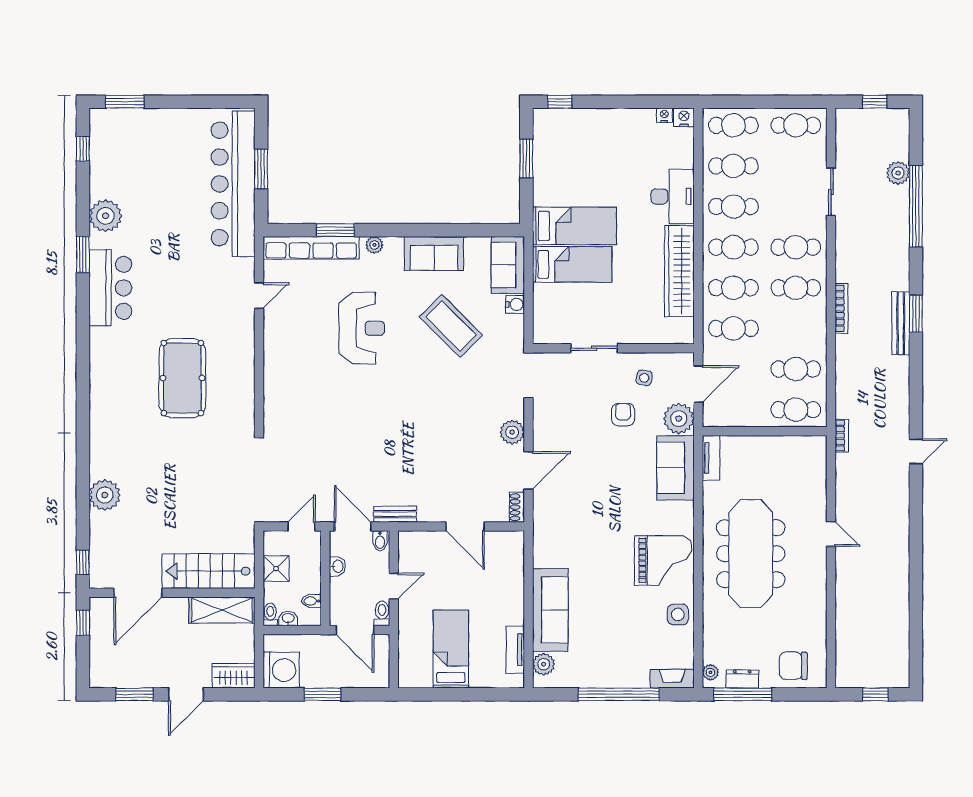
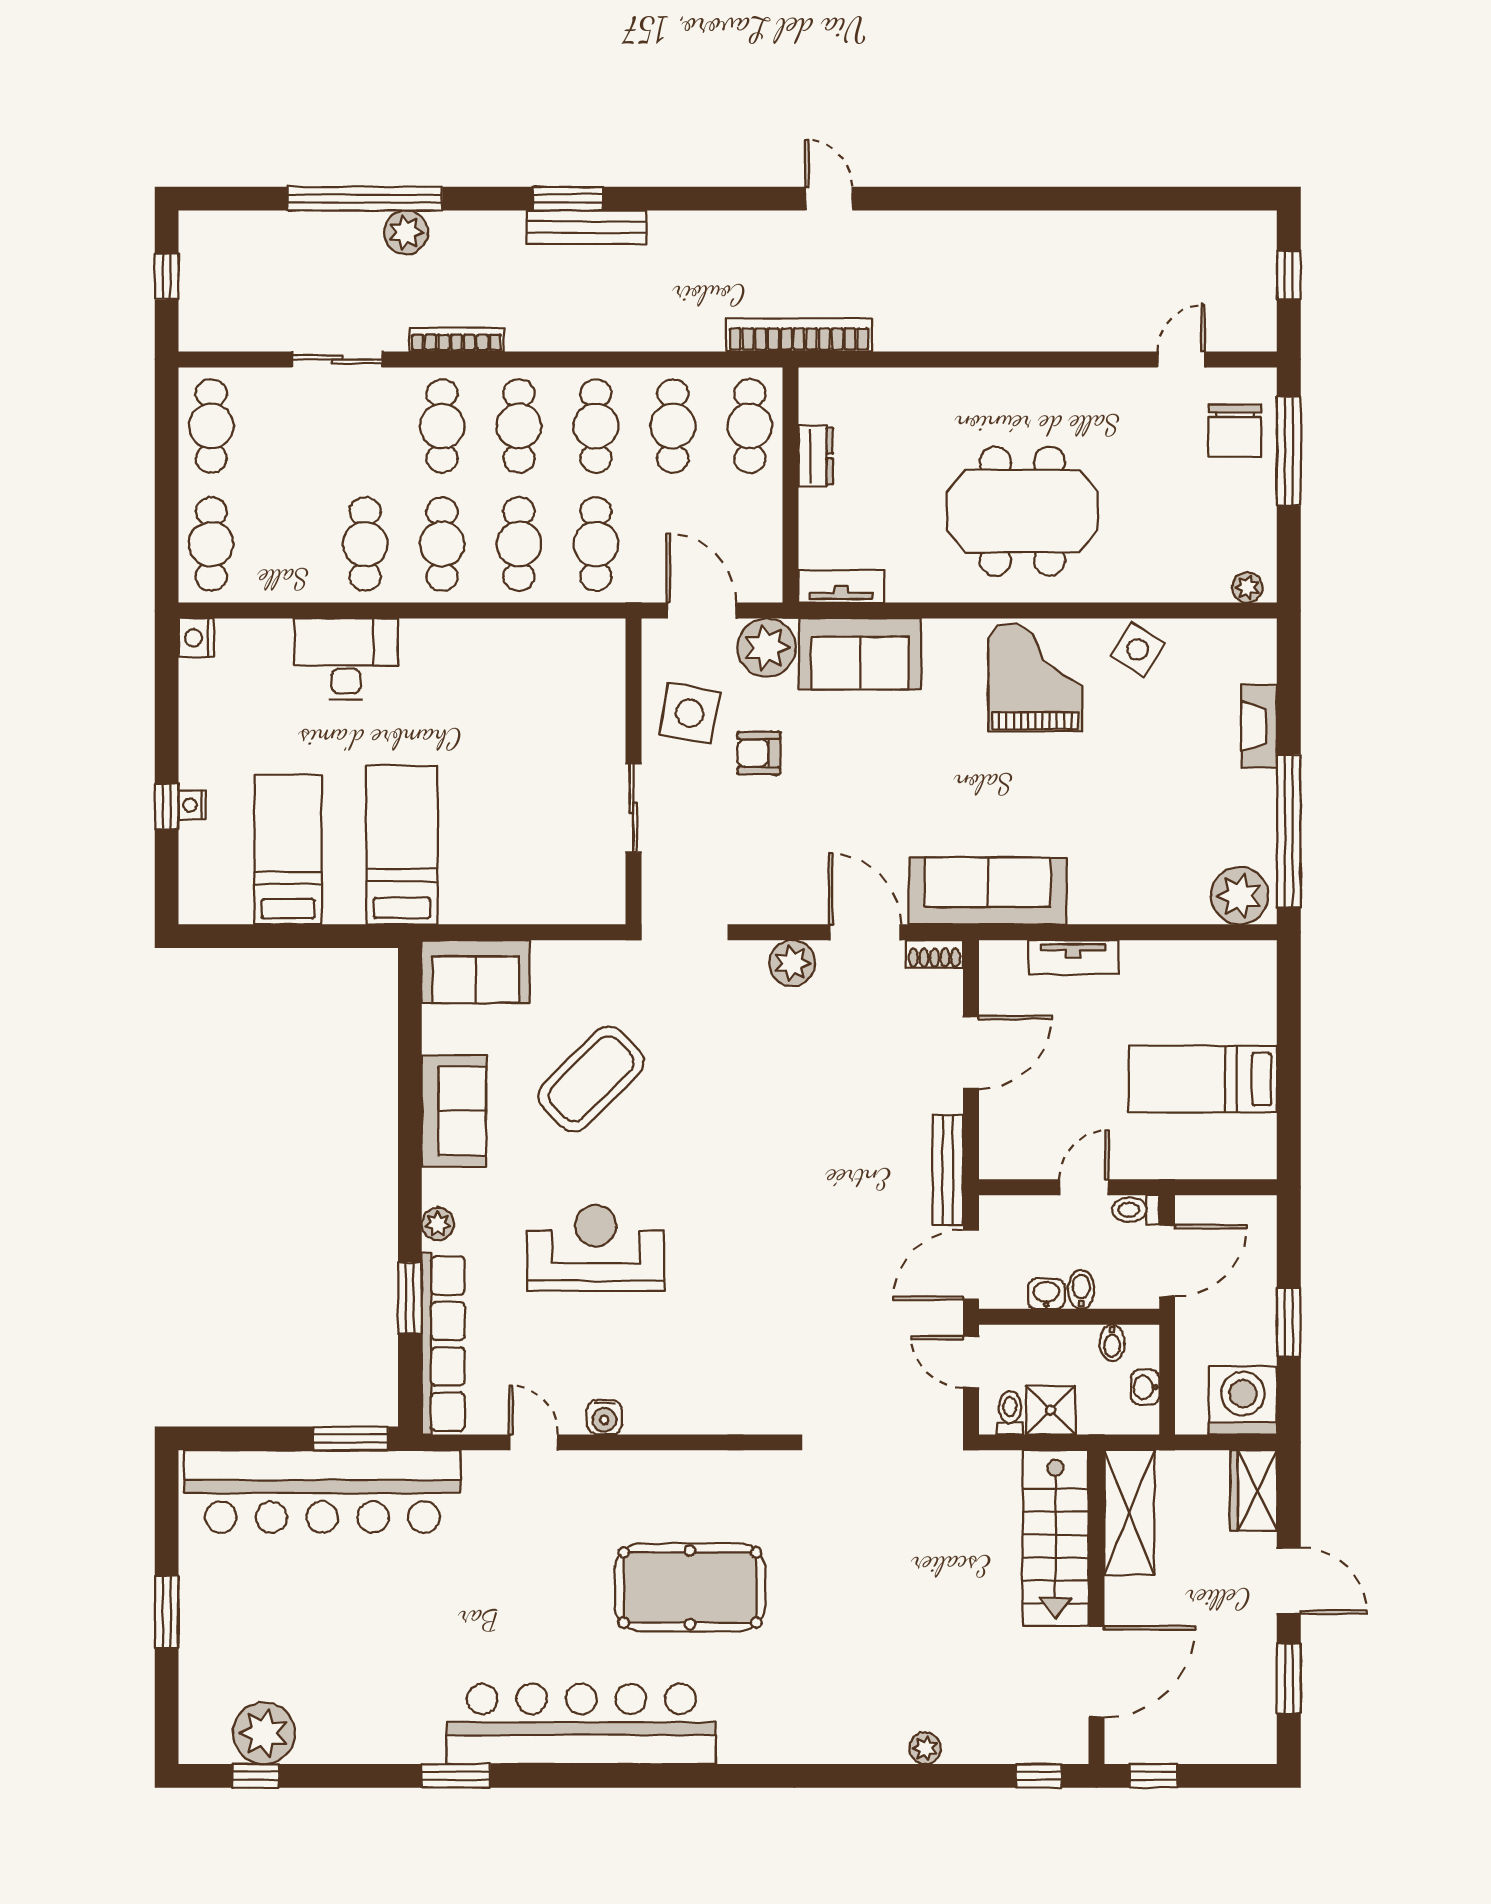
window: (125, 102) -> (167, 1612), moved
window: (560, 102) -> (167, 806), moved
nightstand: (664, 115) -> (192, 805), moved
window: (526, 159) -> (274, 936), removed
cafe table: (733, 166) -> (596, 426), moved
window: (261, 169) -> (351, 1438), moved
plant: (898, 173) -> (406, 232), moved
plant: (105, 216) -> (264, 1733), moved
bed: (572, 264) -> (288, 850), moved
wardrobe: (679, 271) -> (487, 646), removed
bar counter: (110, 288) -> (581, 1724), width x1.86
water cooler: (515, 304) -> (604, 1417), moved, turned 180
bookcase: (841, 308) -> (457, 340), moved
side table: (644, 378) -> (690, 713), width x1.87, depth x1.87
bookcase: (842, 436) -> (799, 335), width x2.31, depth x1.31
plant: (105, 495) -> (925, 1748), width x0.53, depth x0.53
bench: (395, 514) -> (948, 1170), width x1.36
door: (831, 534) -> (1181, 359), moved
bidet: (380, 541) -> (1081, 1290), moved, turned -90
meeting table: (751, 554) -> (1022, 511), width x0.73
door: (394, 586) -> (1084, 1187), hinge flipped
door: (138, 593) -> (1097, 1672), hinge flipped
sofa: (550, 610) -> (988, 891), moved
toilet: (270, 614) -> (1010, 1413), moved, turned 90
side table: (678, 615) -> (1138, 649), turned 32
tv unit: (515, 650) -> (1073, 957), moved
plant: (544, 664) -> (1239, 896), width x1.36, depth x1.36
fireplace: (672, 679) -> (1259, 726), moved
dresser: (742, 679) -> (816, 456), moved, turned 180
window: (619, 694) -> (1289, 831), moved
window: (743, 694) -> (1289, 451), moved

